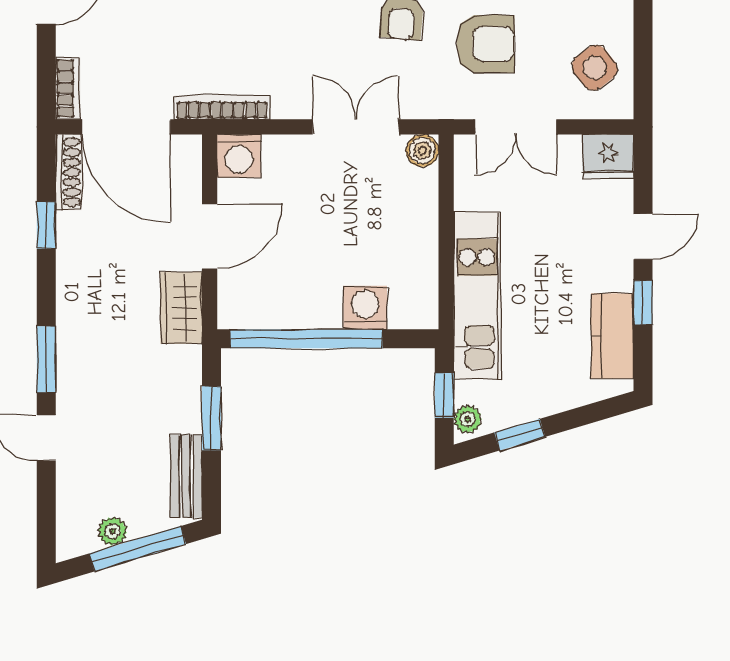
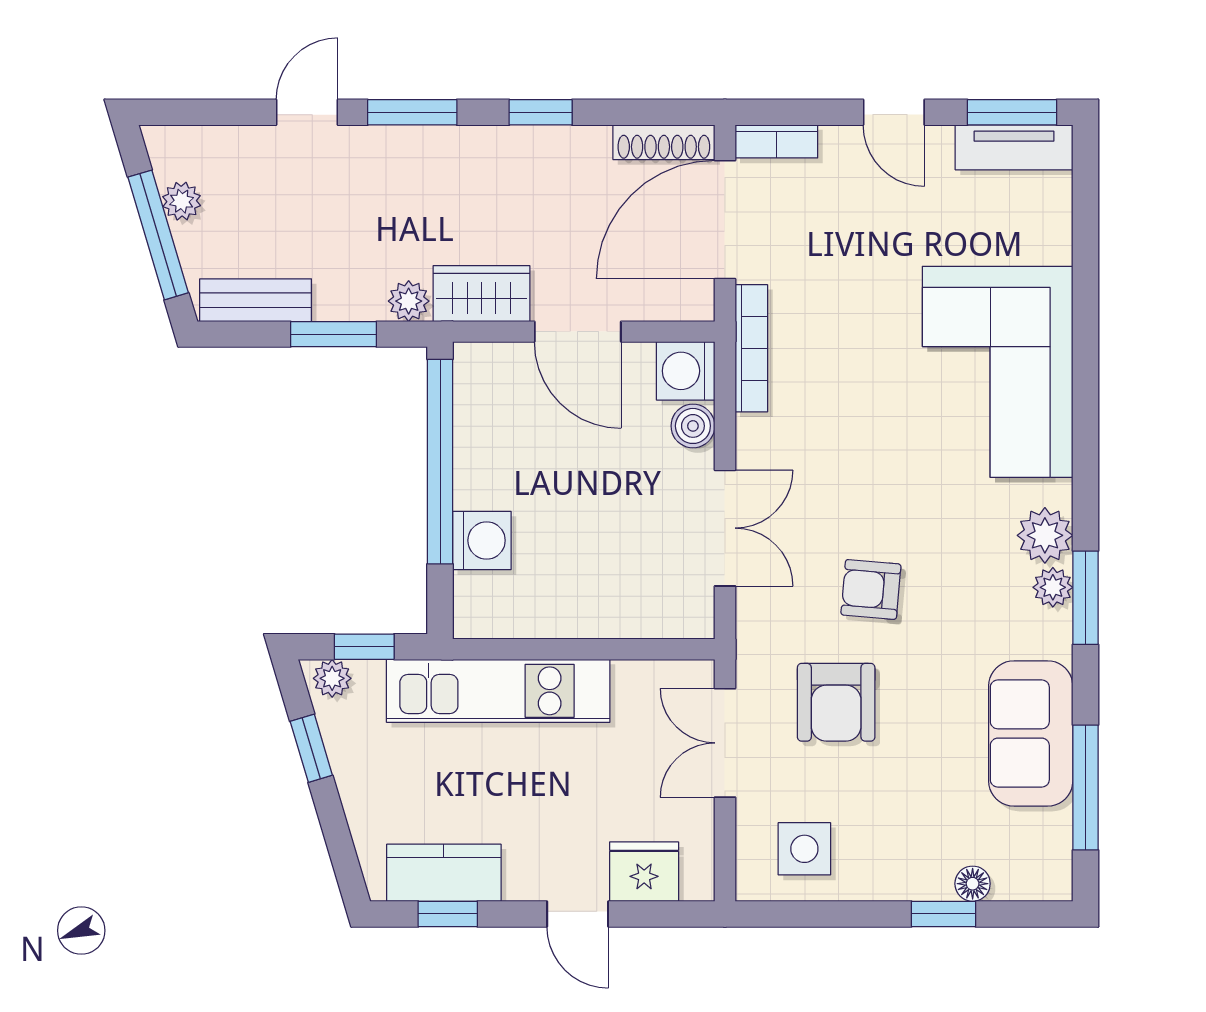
side table: (595, 68) -> (804, 849), turned 38
boiler: (422, 151) -> (693, 426), moved
fridge: (608, 156) -> (644, 872), moved, turned 90
window: (46, 225) -> (541, 112), moved
window: (643, 303) -> (448, 914), moved
plant: (187, 362) -> (409, 301), added

